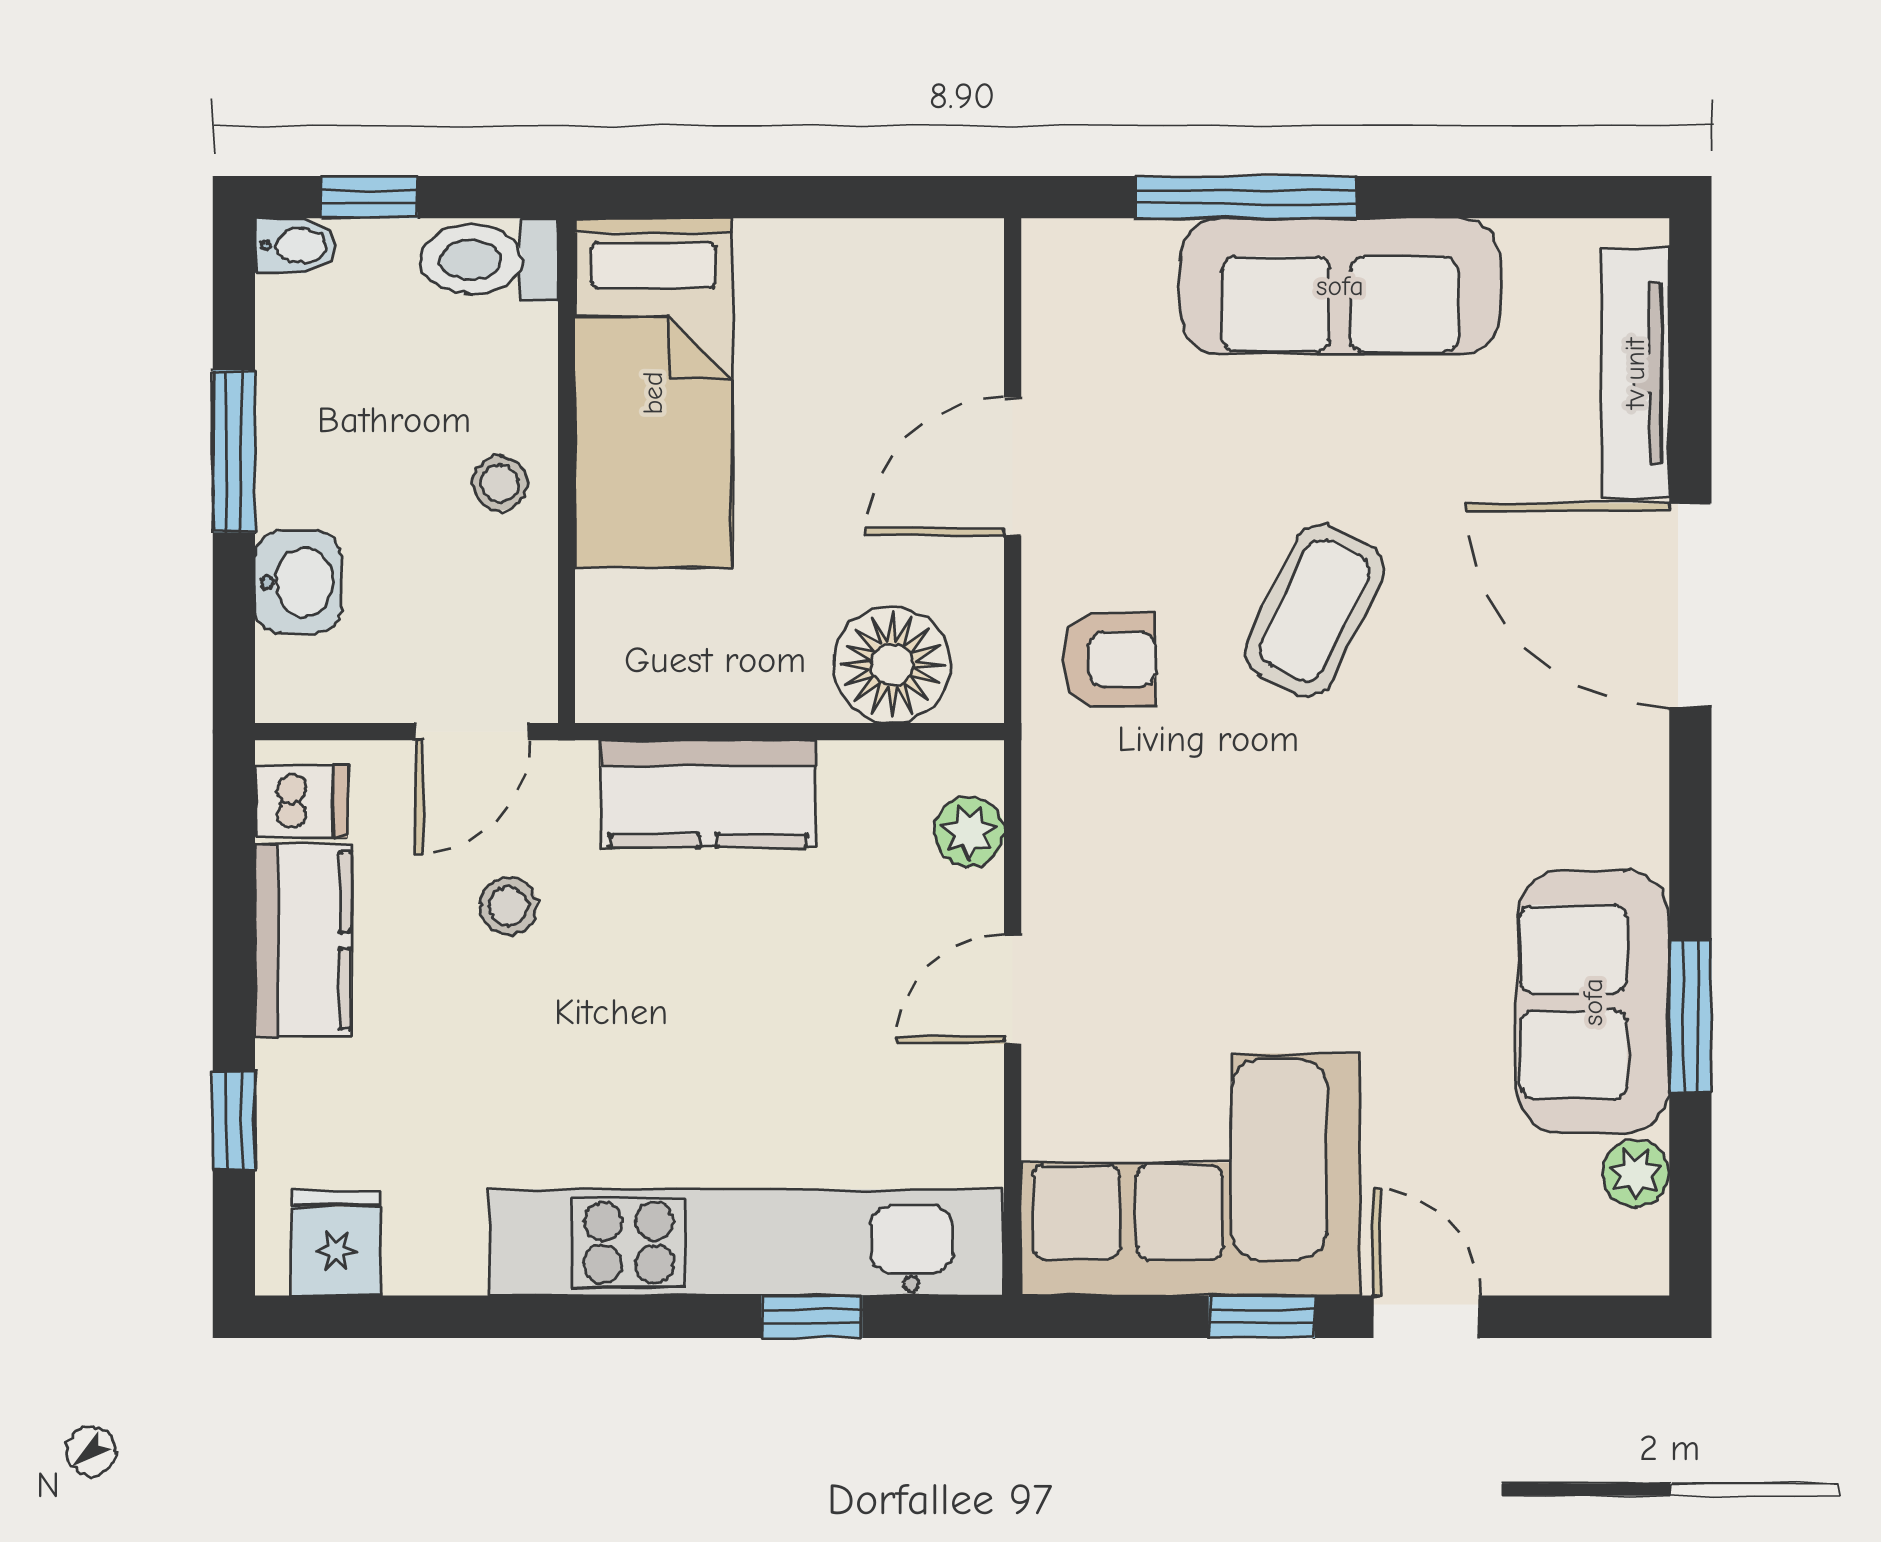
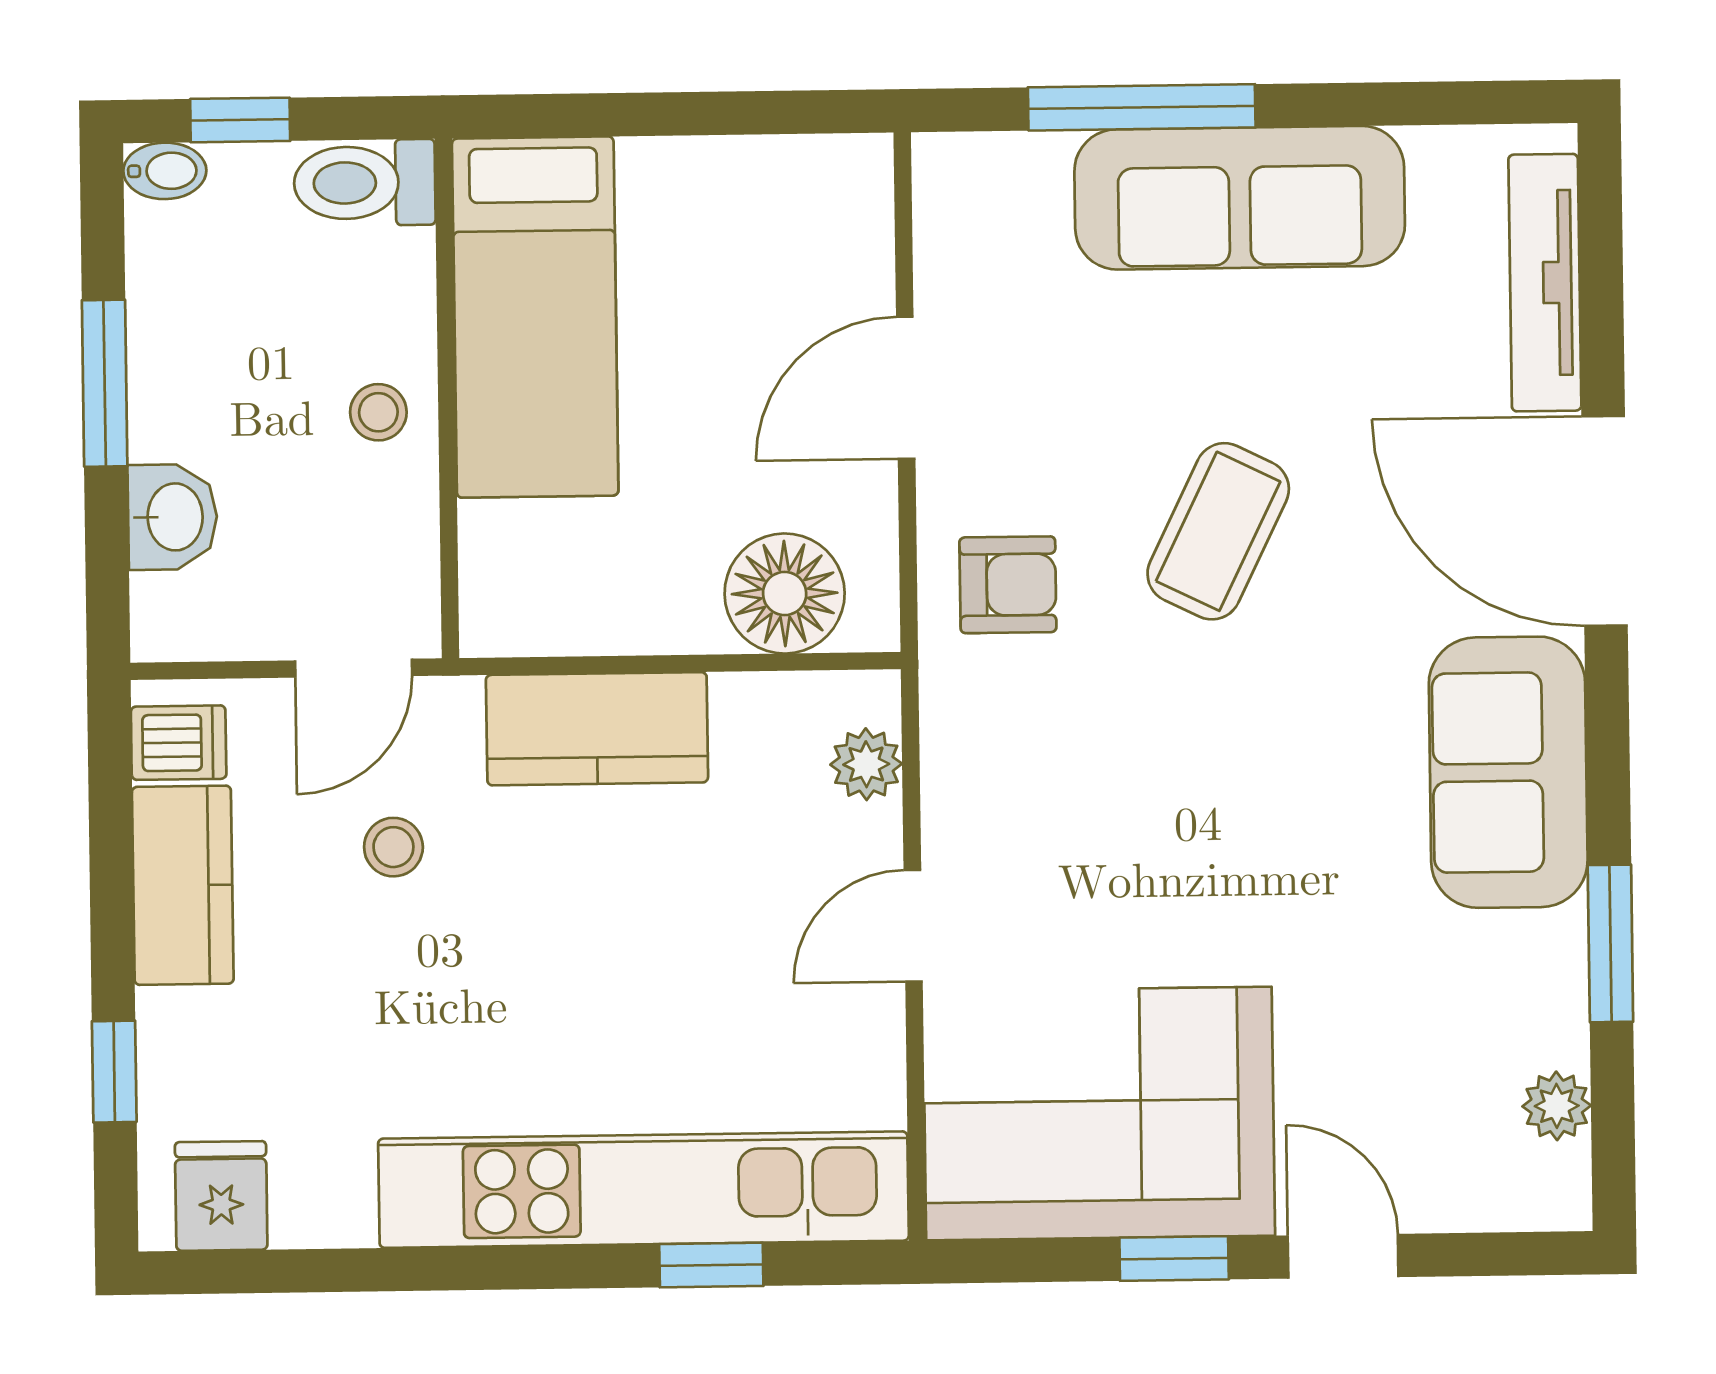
sofa: (1593, 1002) -> (1508, 772), moved

